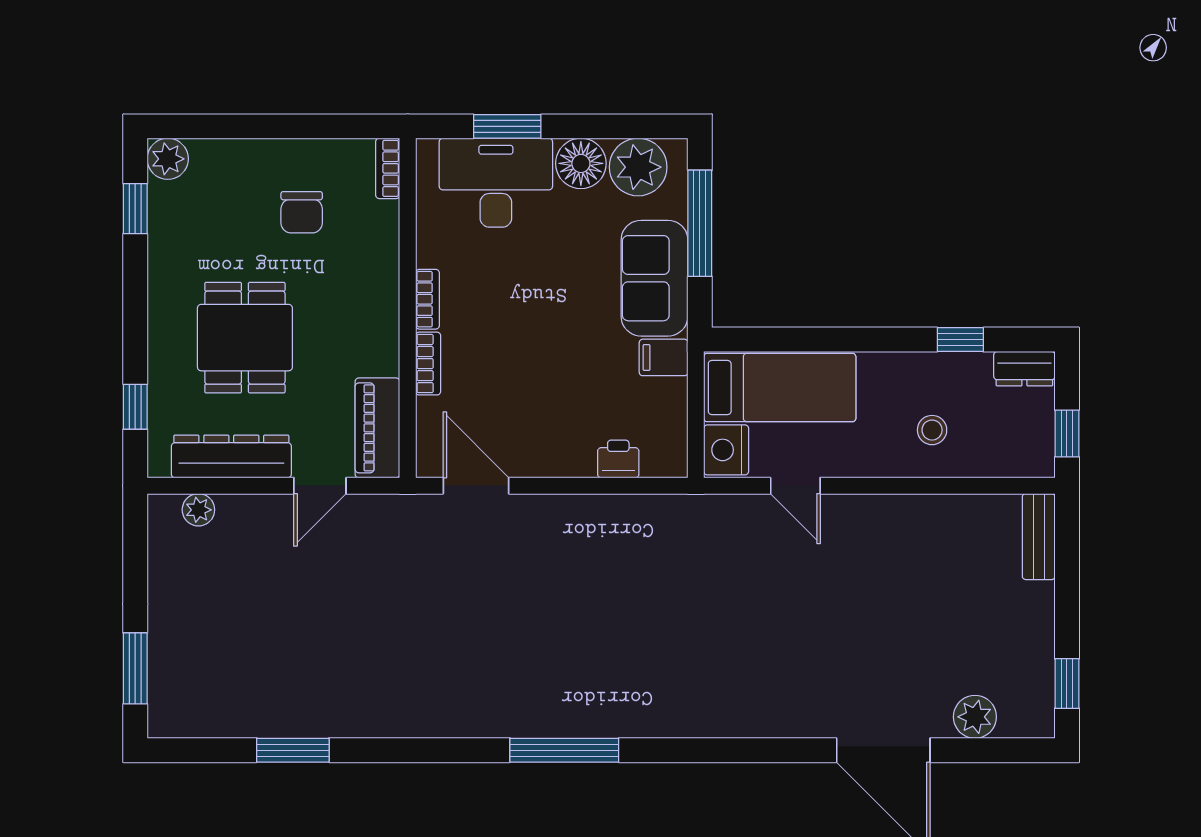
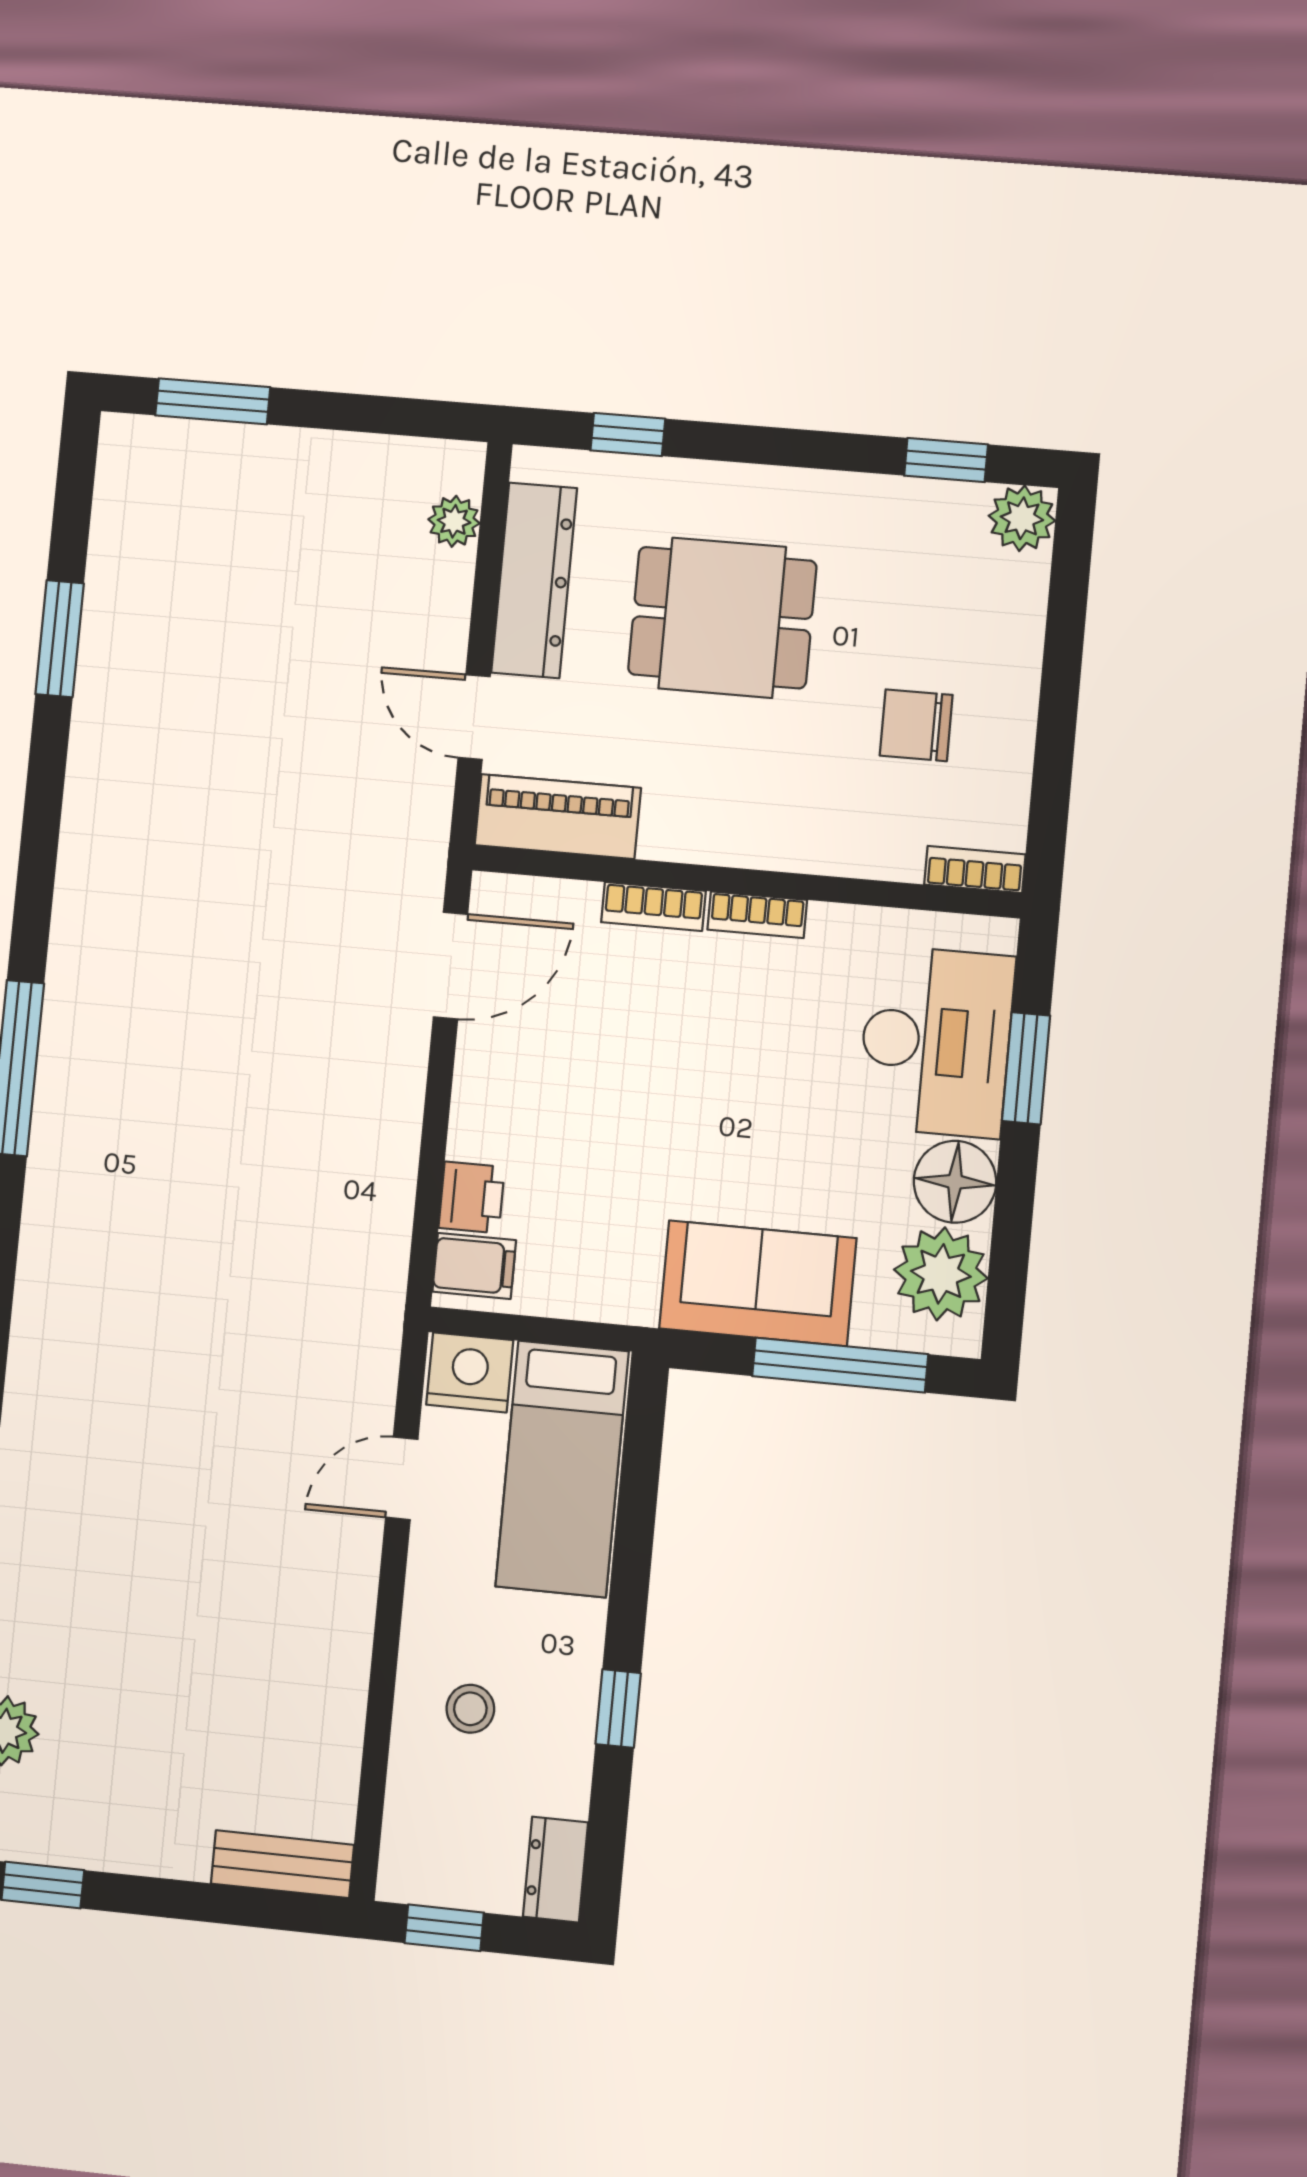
window: (960, 340) -> (618, 1709), moved
filing cabinet: (664, 357) -> (474, 1266), moved, turned 90

